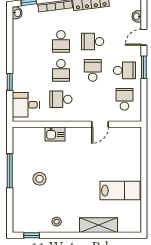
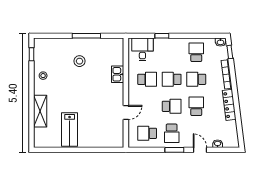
school desk: (29, 41) -> (196, 52), added
school desk: (61, 99) -> (147, 79), turned 90
school desk: (124, 99) -> (147, 133), turned 180
door: (100, 124) -> (126, 113), swing flipped

